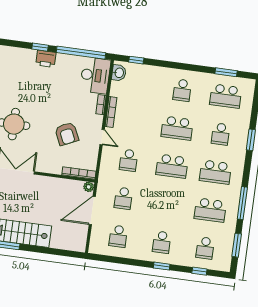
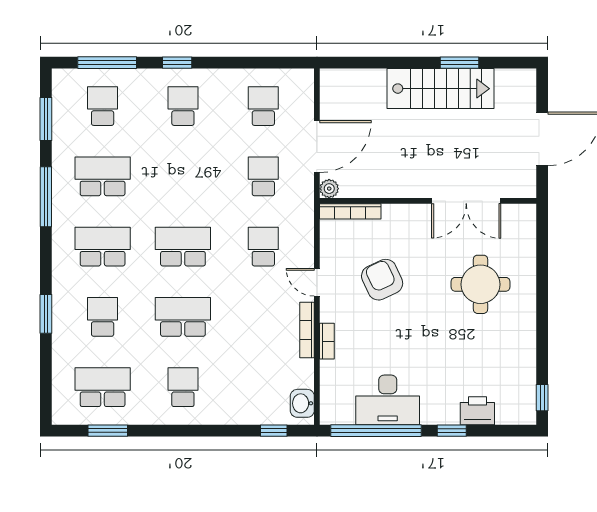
printer: (46, 59) -> (477, 411), moved
desk: (95, 75) -> (388, 400), moved, turned -90
window: (199, 271) -> (107, 63), width x2.17

